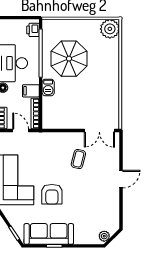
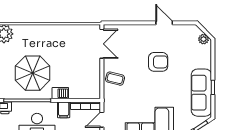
coffee table: (78, 159) -> (115, 79), moved
door: (121, 179) -> (164, 23), moved
armchair: (52, 194) -> (158, 62), moved

